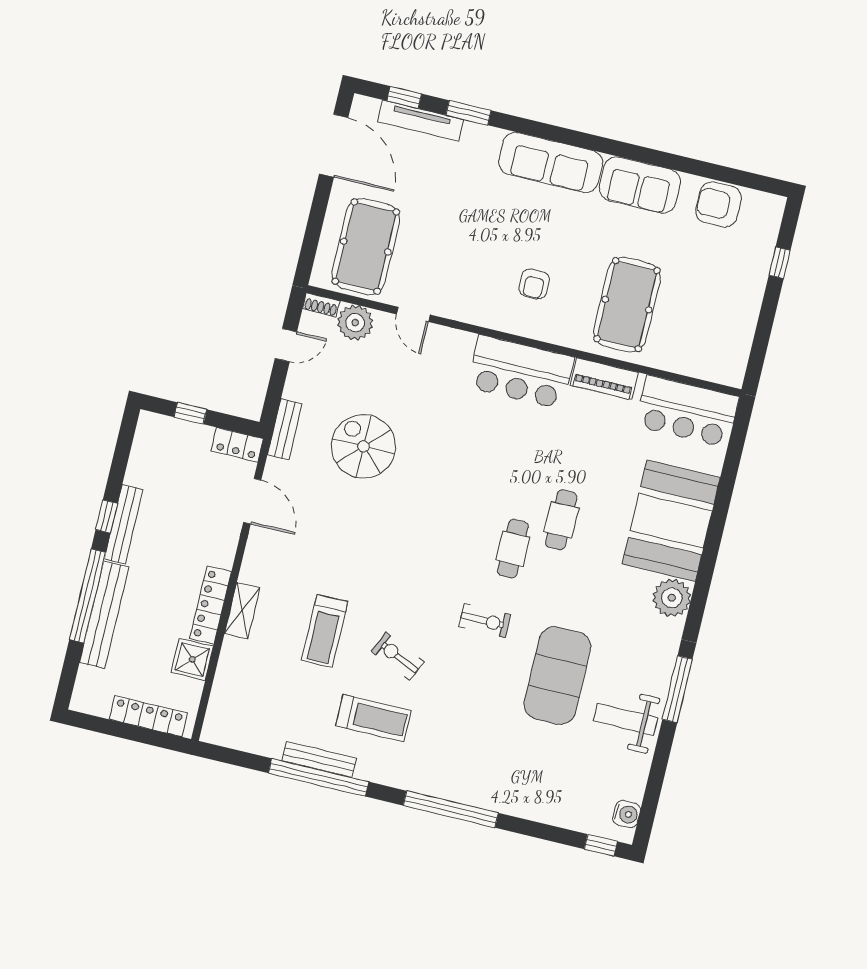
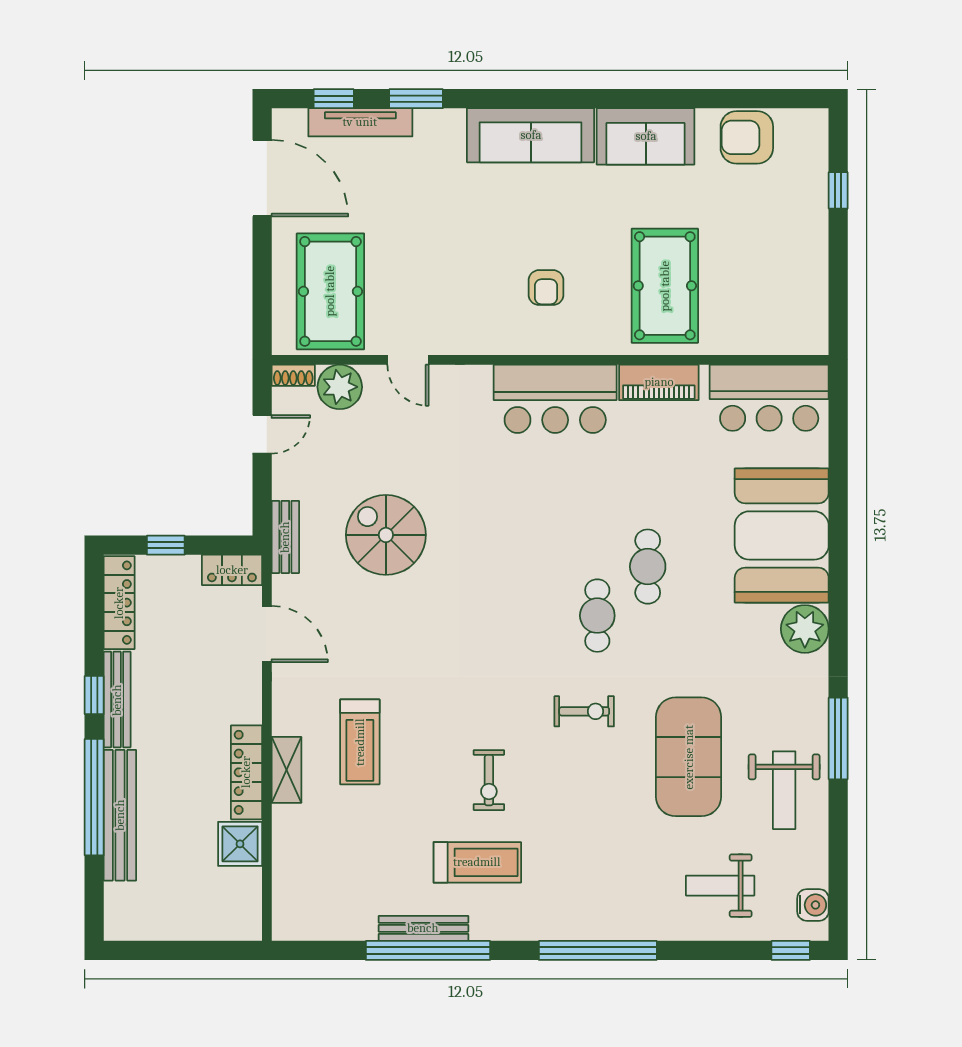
treadmill: (325, 631) -> (360, 742), moved
exercise bike: (398, 656) -> (489, 780), turned -114
locker: (148, 716) -> (119, 603), moved, turned 90
weight bench: (626, 719) -> (784, 790), turned -90
weight bench: (558, 782) -> (720, 886), added

